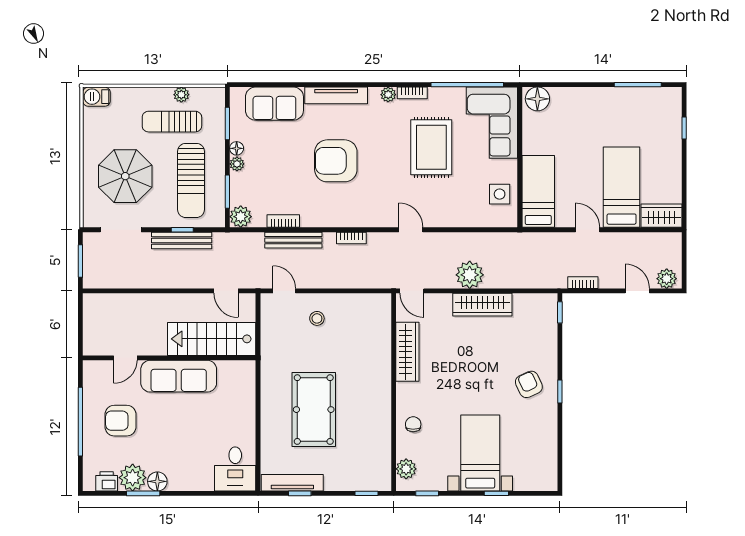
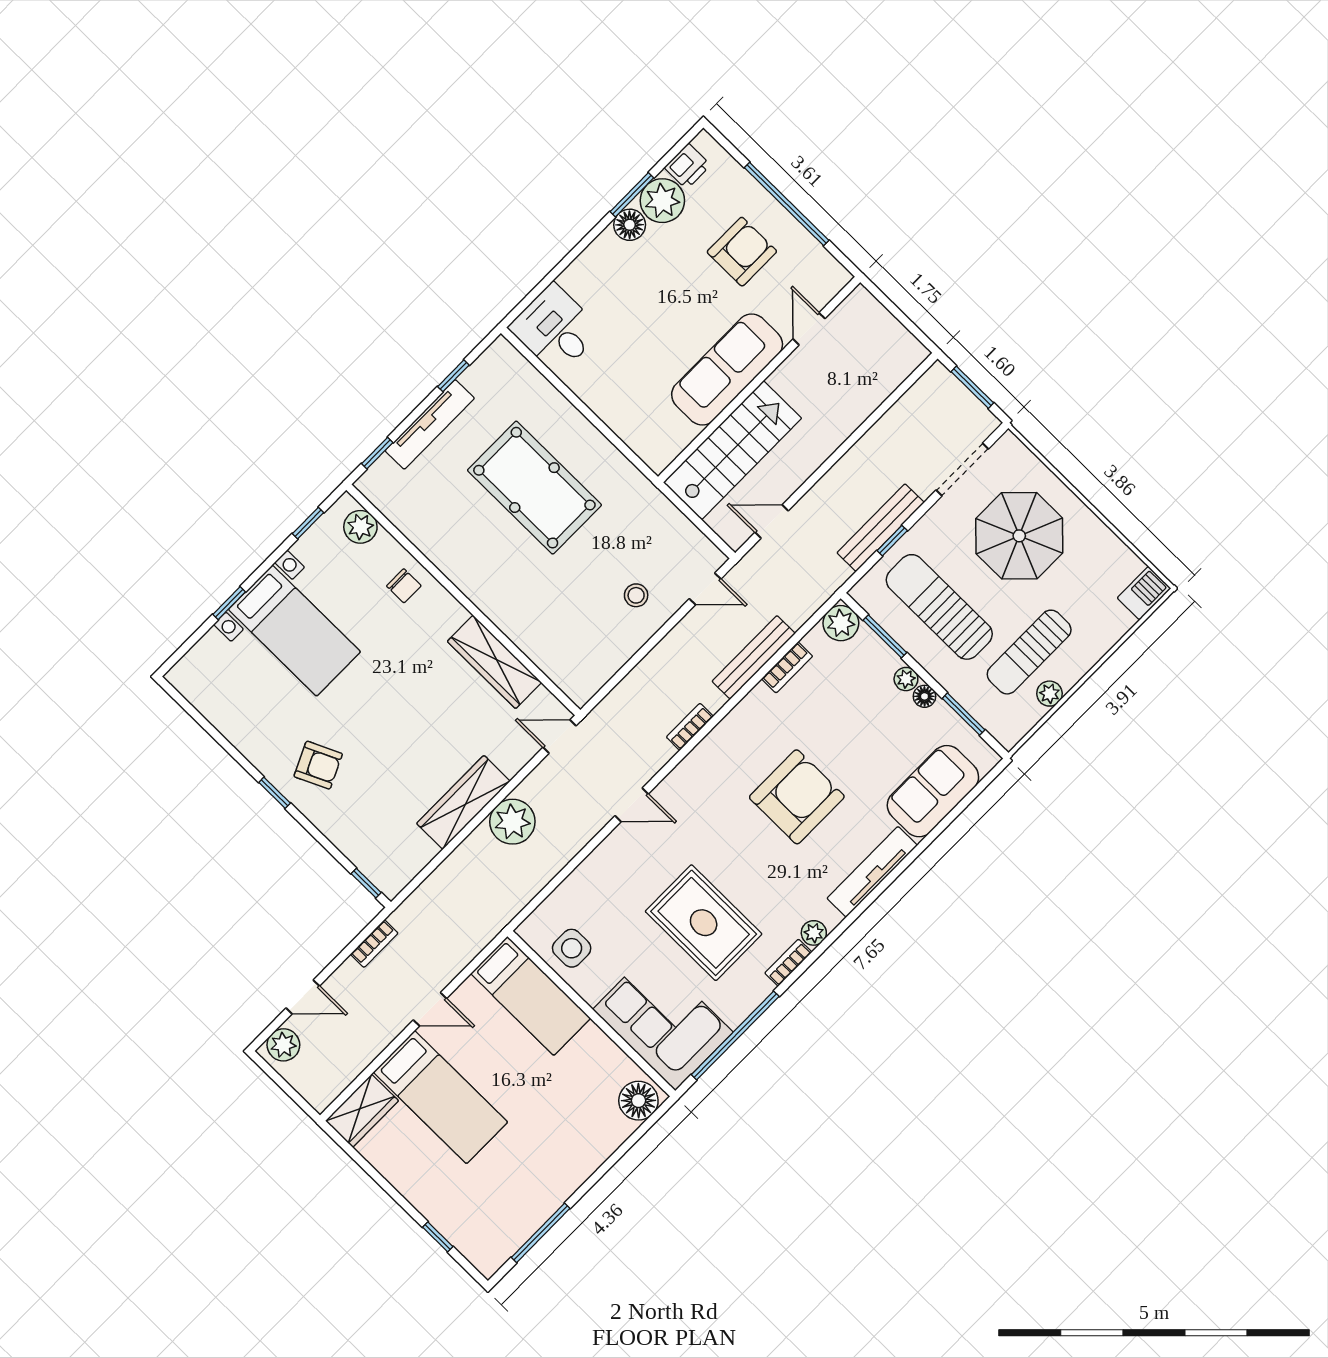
sun lounger: (172, 122) -> (1029, 652), turned 180
tv unit: (292, 483) -> (430, 424), moved

